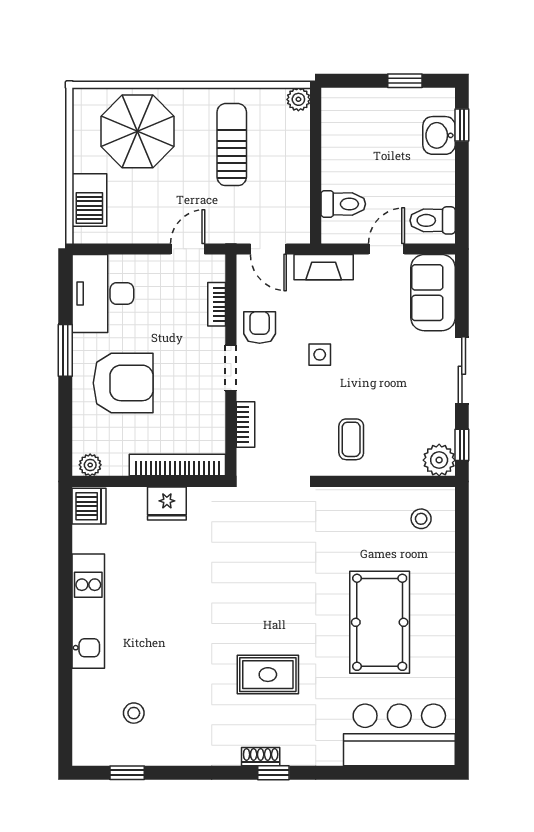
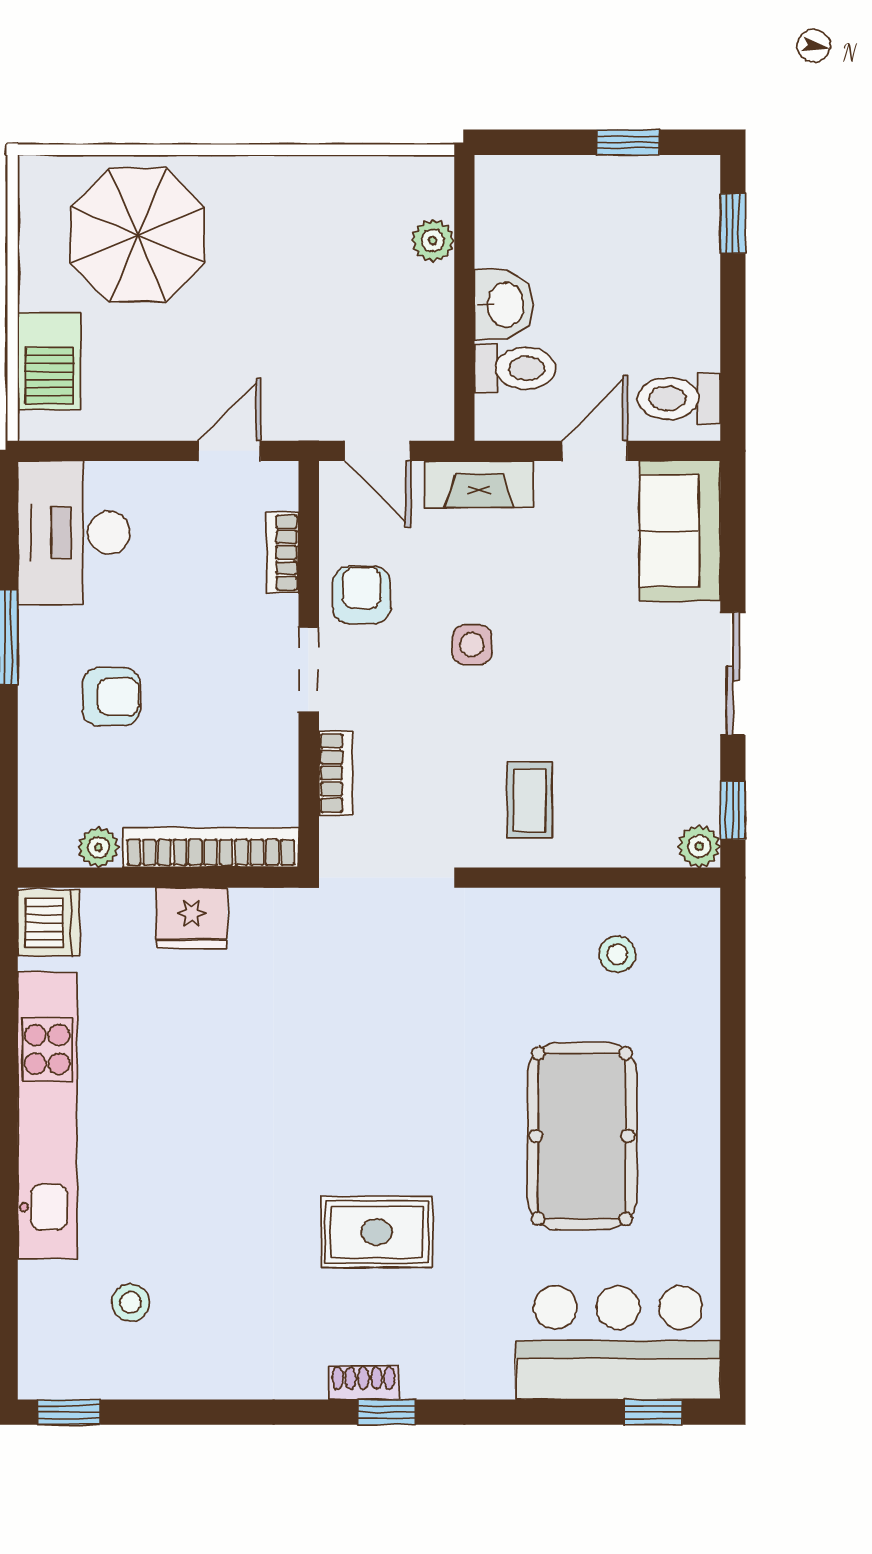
plant: (298, 99) -> (433, 241), moved
washbasin: (439, 135) -> (504, 305), moved, turned 180
sun lounger: (232, 145) -> (311, 259), removed
armchair: (123, 383) -> (111, 697), width x0.53, depth x0.53
plant: (439, 460) -> (699, 846), width x0.73, depth x0.73
plant: (90, 465) -> (99, 847), moved
stool: (421, 519) -> (617, 954), moved
kitchen unit: (88, 611) -> (47, 1115), width x1.36
window: (127, 773) -> (69, 1412), moved
window: (419, 773) -> (653, 1412), added

